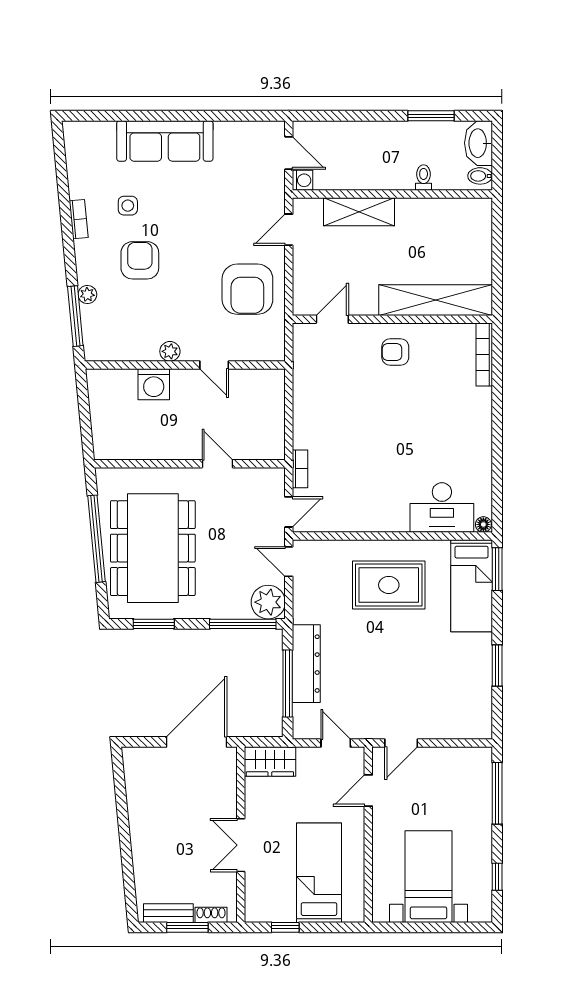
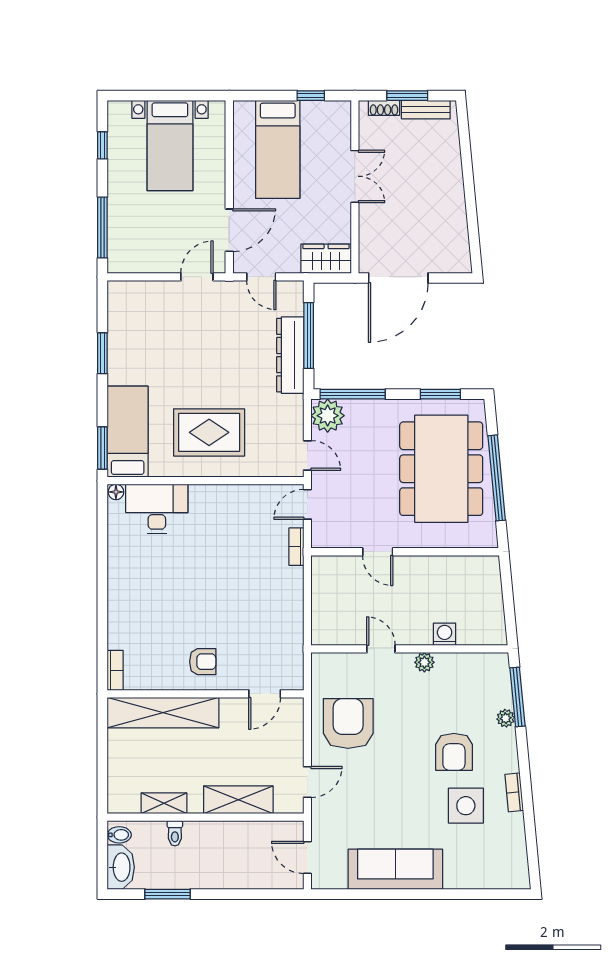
sofa: (165, 141) -> (395, 869), moved
washing machine: (303, 180) -> (294, 831), removed
side table: (128, 206) -> (466, 806), width x1.87, depth x1.87
shelving: (435, 208) -> (164, 803), added
bookcase: (484, 355) -> (115, 670), width x0.64
washing machine: (154, 384) -> (445, 634), width x0.73, depth x0.73
door: (368, 791) -> (229, 230), width x1.38

